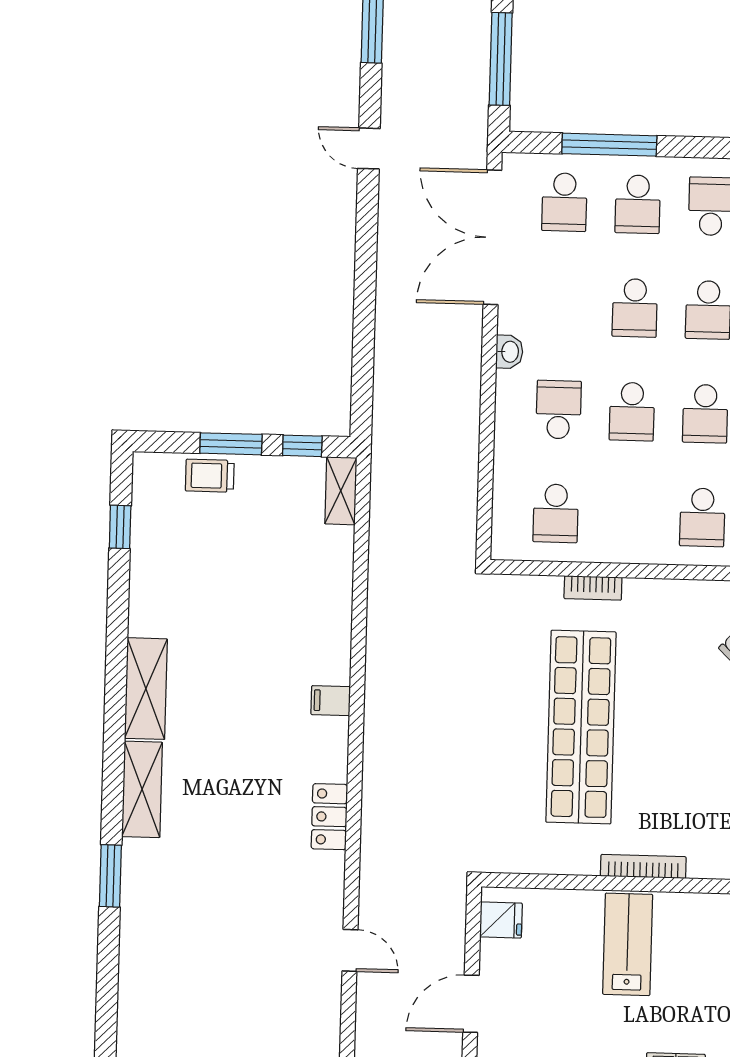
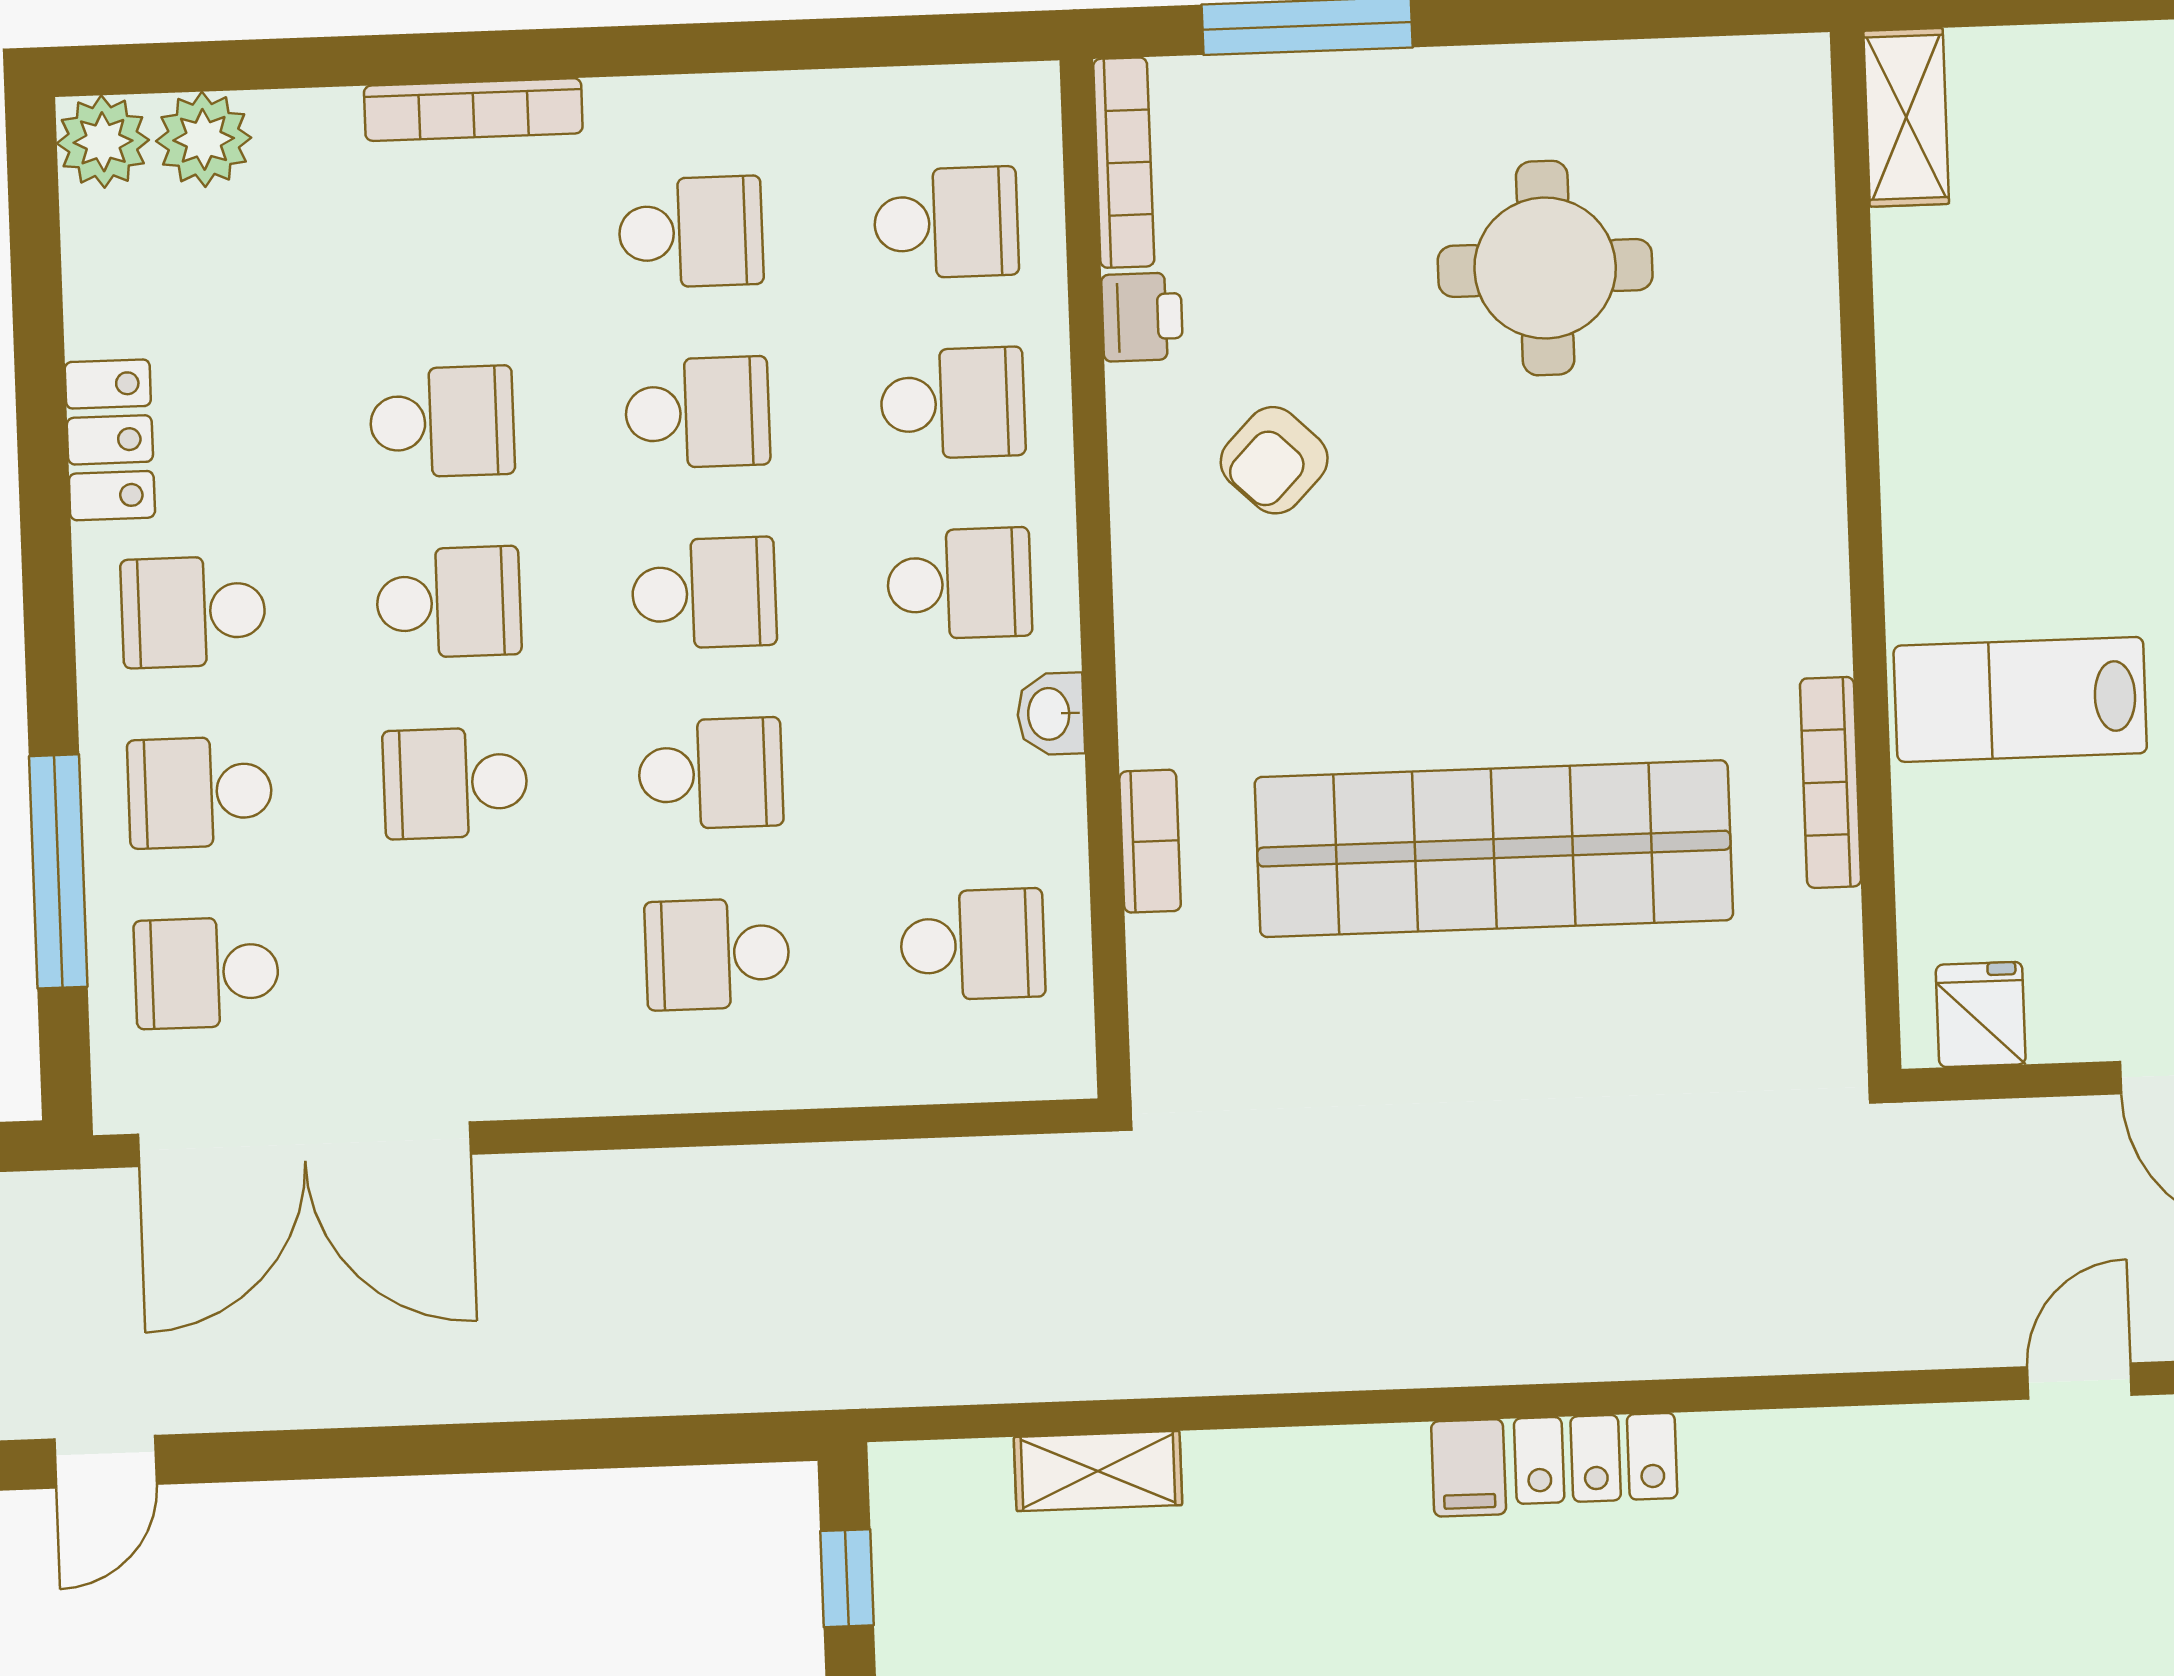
school desk: (564, 202) -> (207, 973), turned 180
school desk: (638, 204) -> (200, 792), turned 180
school desk: (635, 308) -> (455, 783), turned 180
washbasin: (509, 352) -> (1051, 714), moved, turned -90
shelving: (341, 491) -> (1098, 1471), moved
locker: (329, 817) -> (1596, 1458), moved
bookcase: (643, 866) -> (1830, 782), moved

